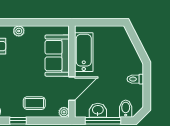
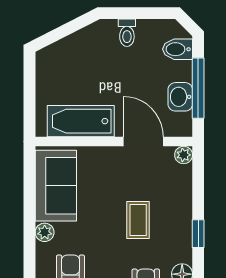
sofa: (57, 56) -> (56, 186), moved, turned -90
coffee table: (34, 103) -> (138, 220), moved

